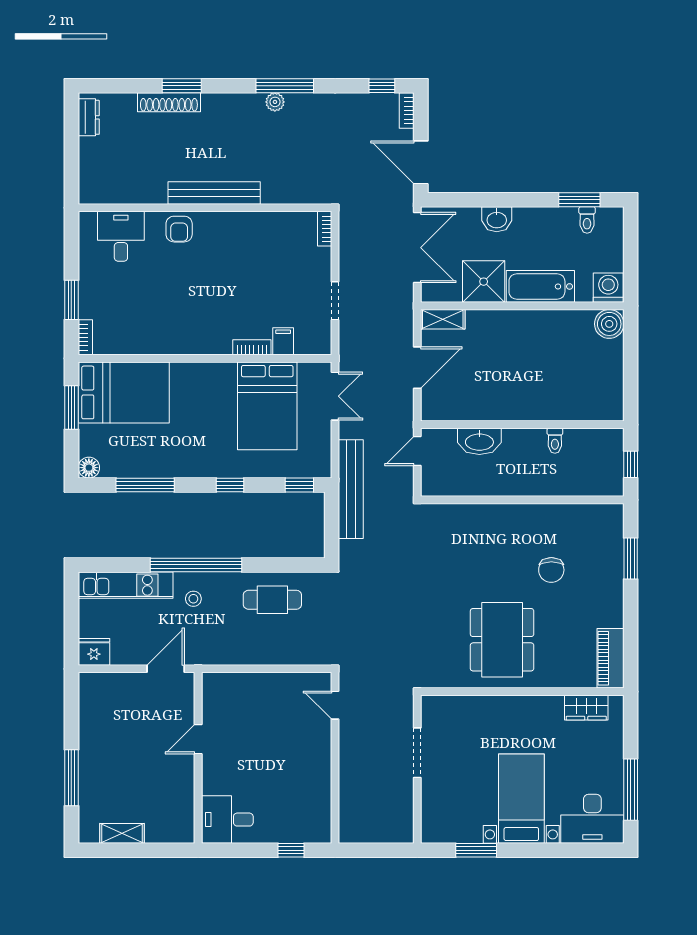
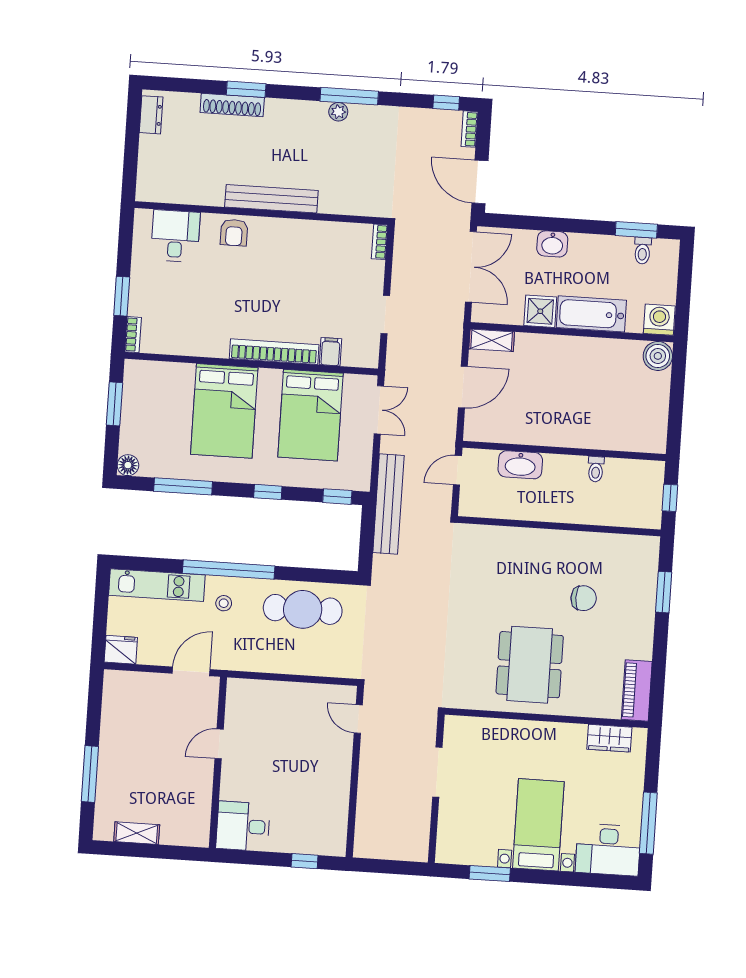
shower: (484, 282) -> (540, 311), width x0.73, depth x0.73
bookcase: (252, 347) -> (274, 352), width x2.31, depth x1.31
bed: (124, 392) -> (224, 411), moved, turned 90
chair: (551, 570) -> (584, 598), turned -90
cafe table: (272, 600) -> (303, 609), width x1.37, depth x1.35

